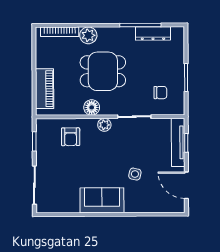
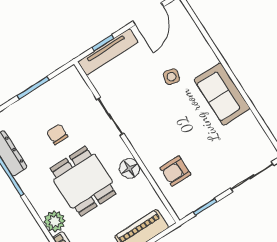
chair: (160, 93) -> (57, 134), moved
plant: (104, 125) -> (140, 143), removed
armchair: (71, 137) -> (175, 171), turned 180

